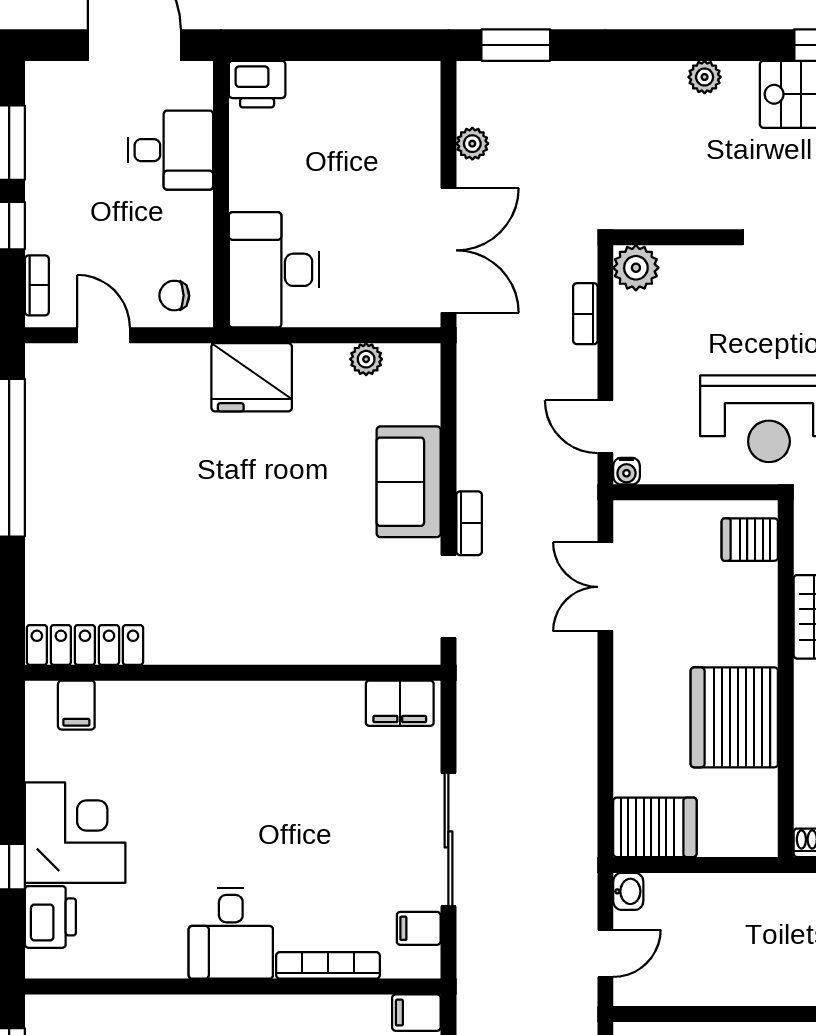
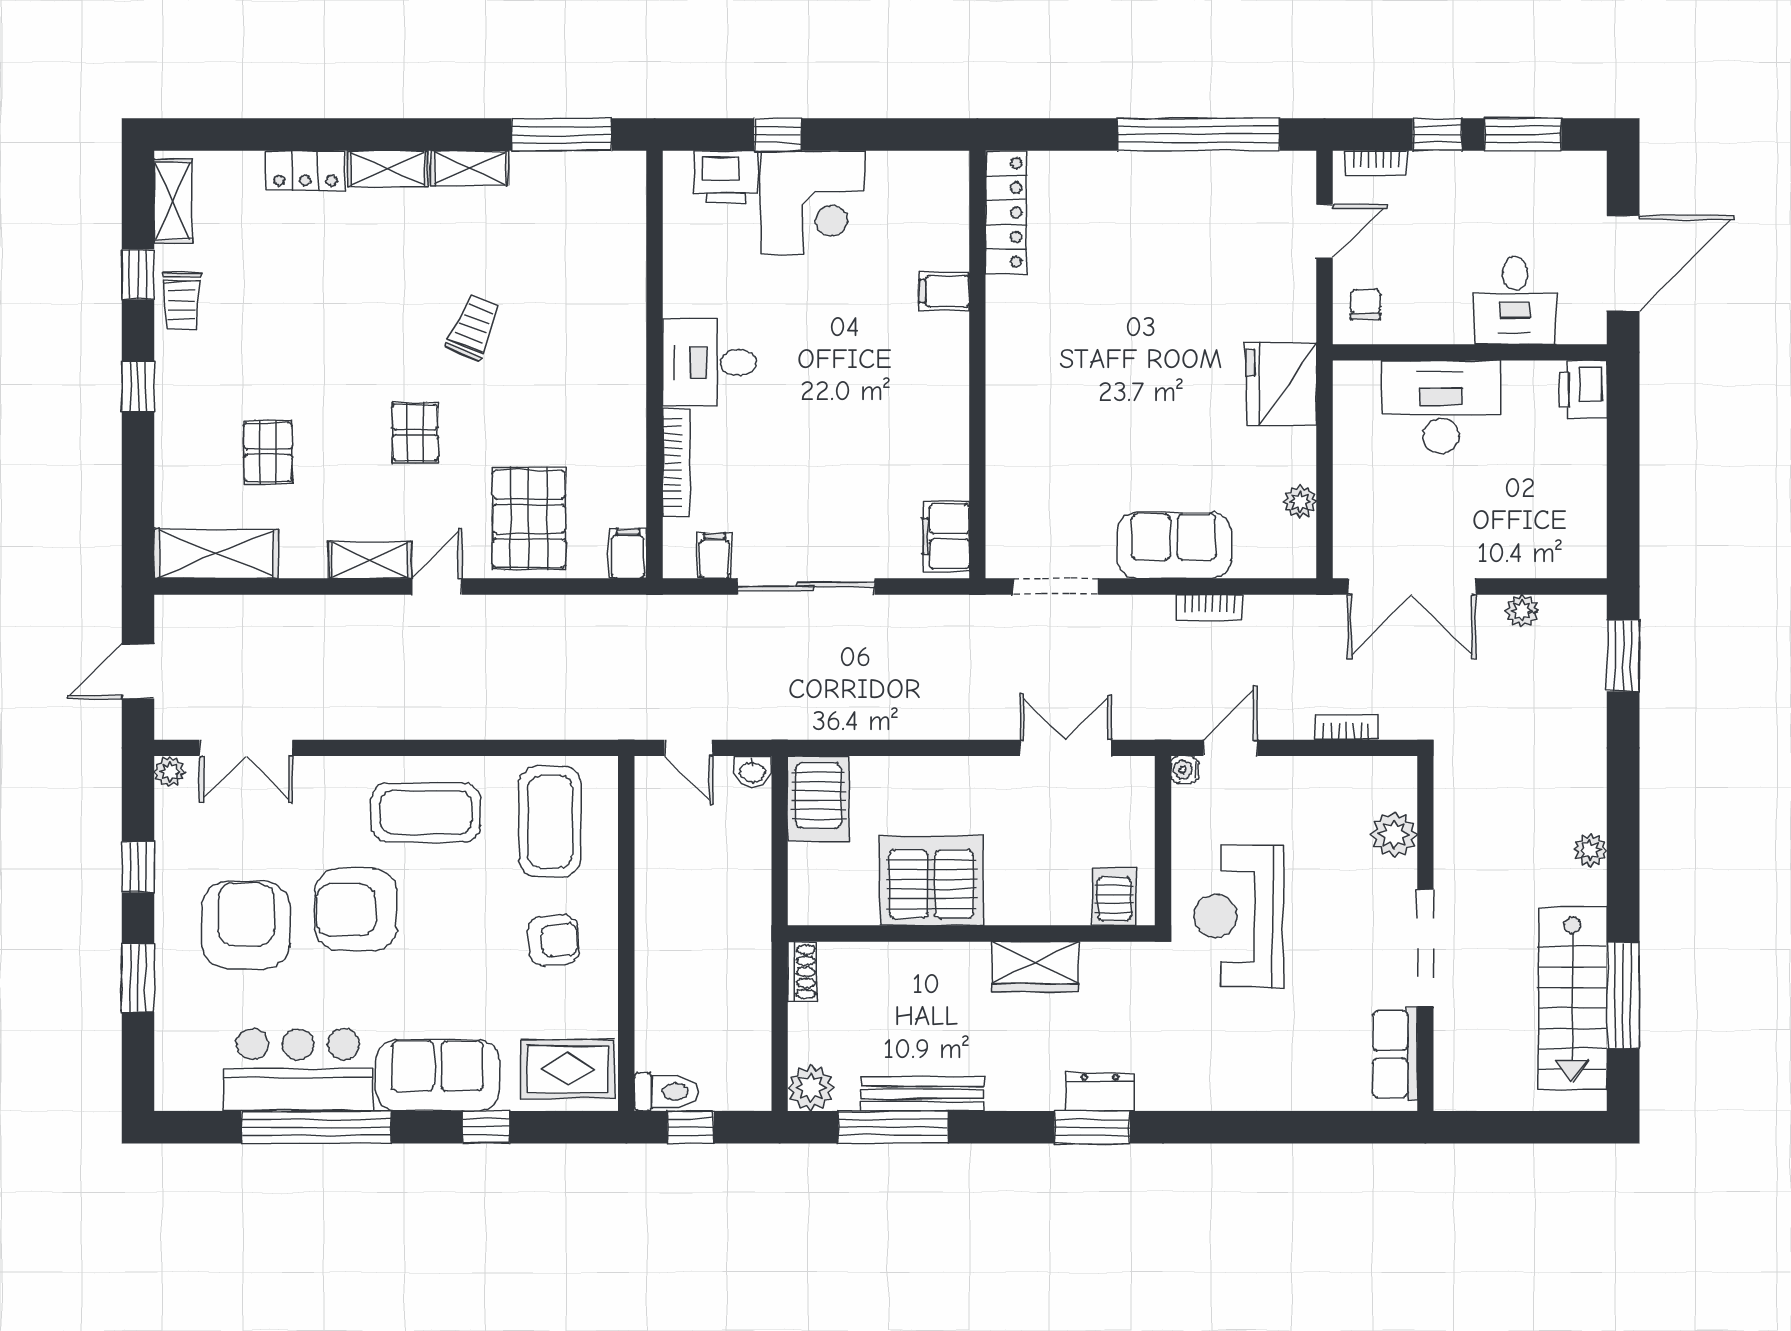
plant: (636, 268) -> (1394, 834), moved
desk: (274, 270) -> (1441, 407), moved
bookcase: (469, 523) -> (1209, 608), moved
filing cabinet: (76, 705) -> (944, 291), moved

